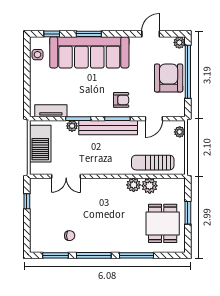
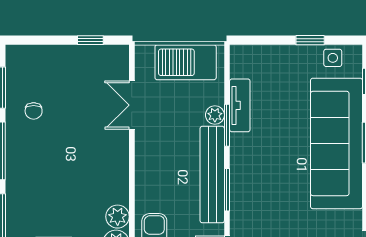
window: (27, 68) -> (310, 40), added
armchair: (121, 100) -> (258, 196), removed
tv unit: (51, 111) -> (240, 105), moved

